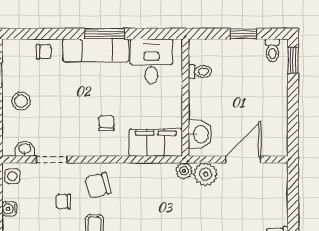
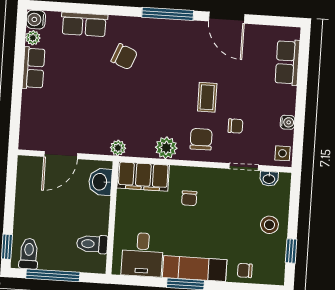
window: (243, 34) -> (53, 275), width x2.17
toilet: (272, 50) -> (29, 254), width x1.37, depth x1.39
toilet: (200, 72) -> (92, 244), width x1.37, depth x1.39
plant: (206, 174) -> (166, 148), moved
chair: (98, 185) -> (201, 139), turned -75

